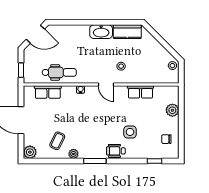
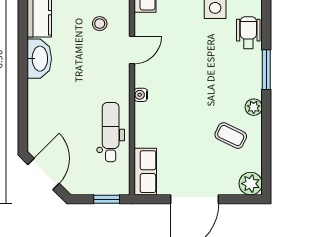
row of seats: (48, 92) -> (145, 172), moved
wheelchair: (116, 151) -> (248, 33), turned 180

